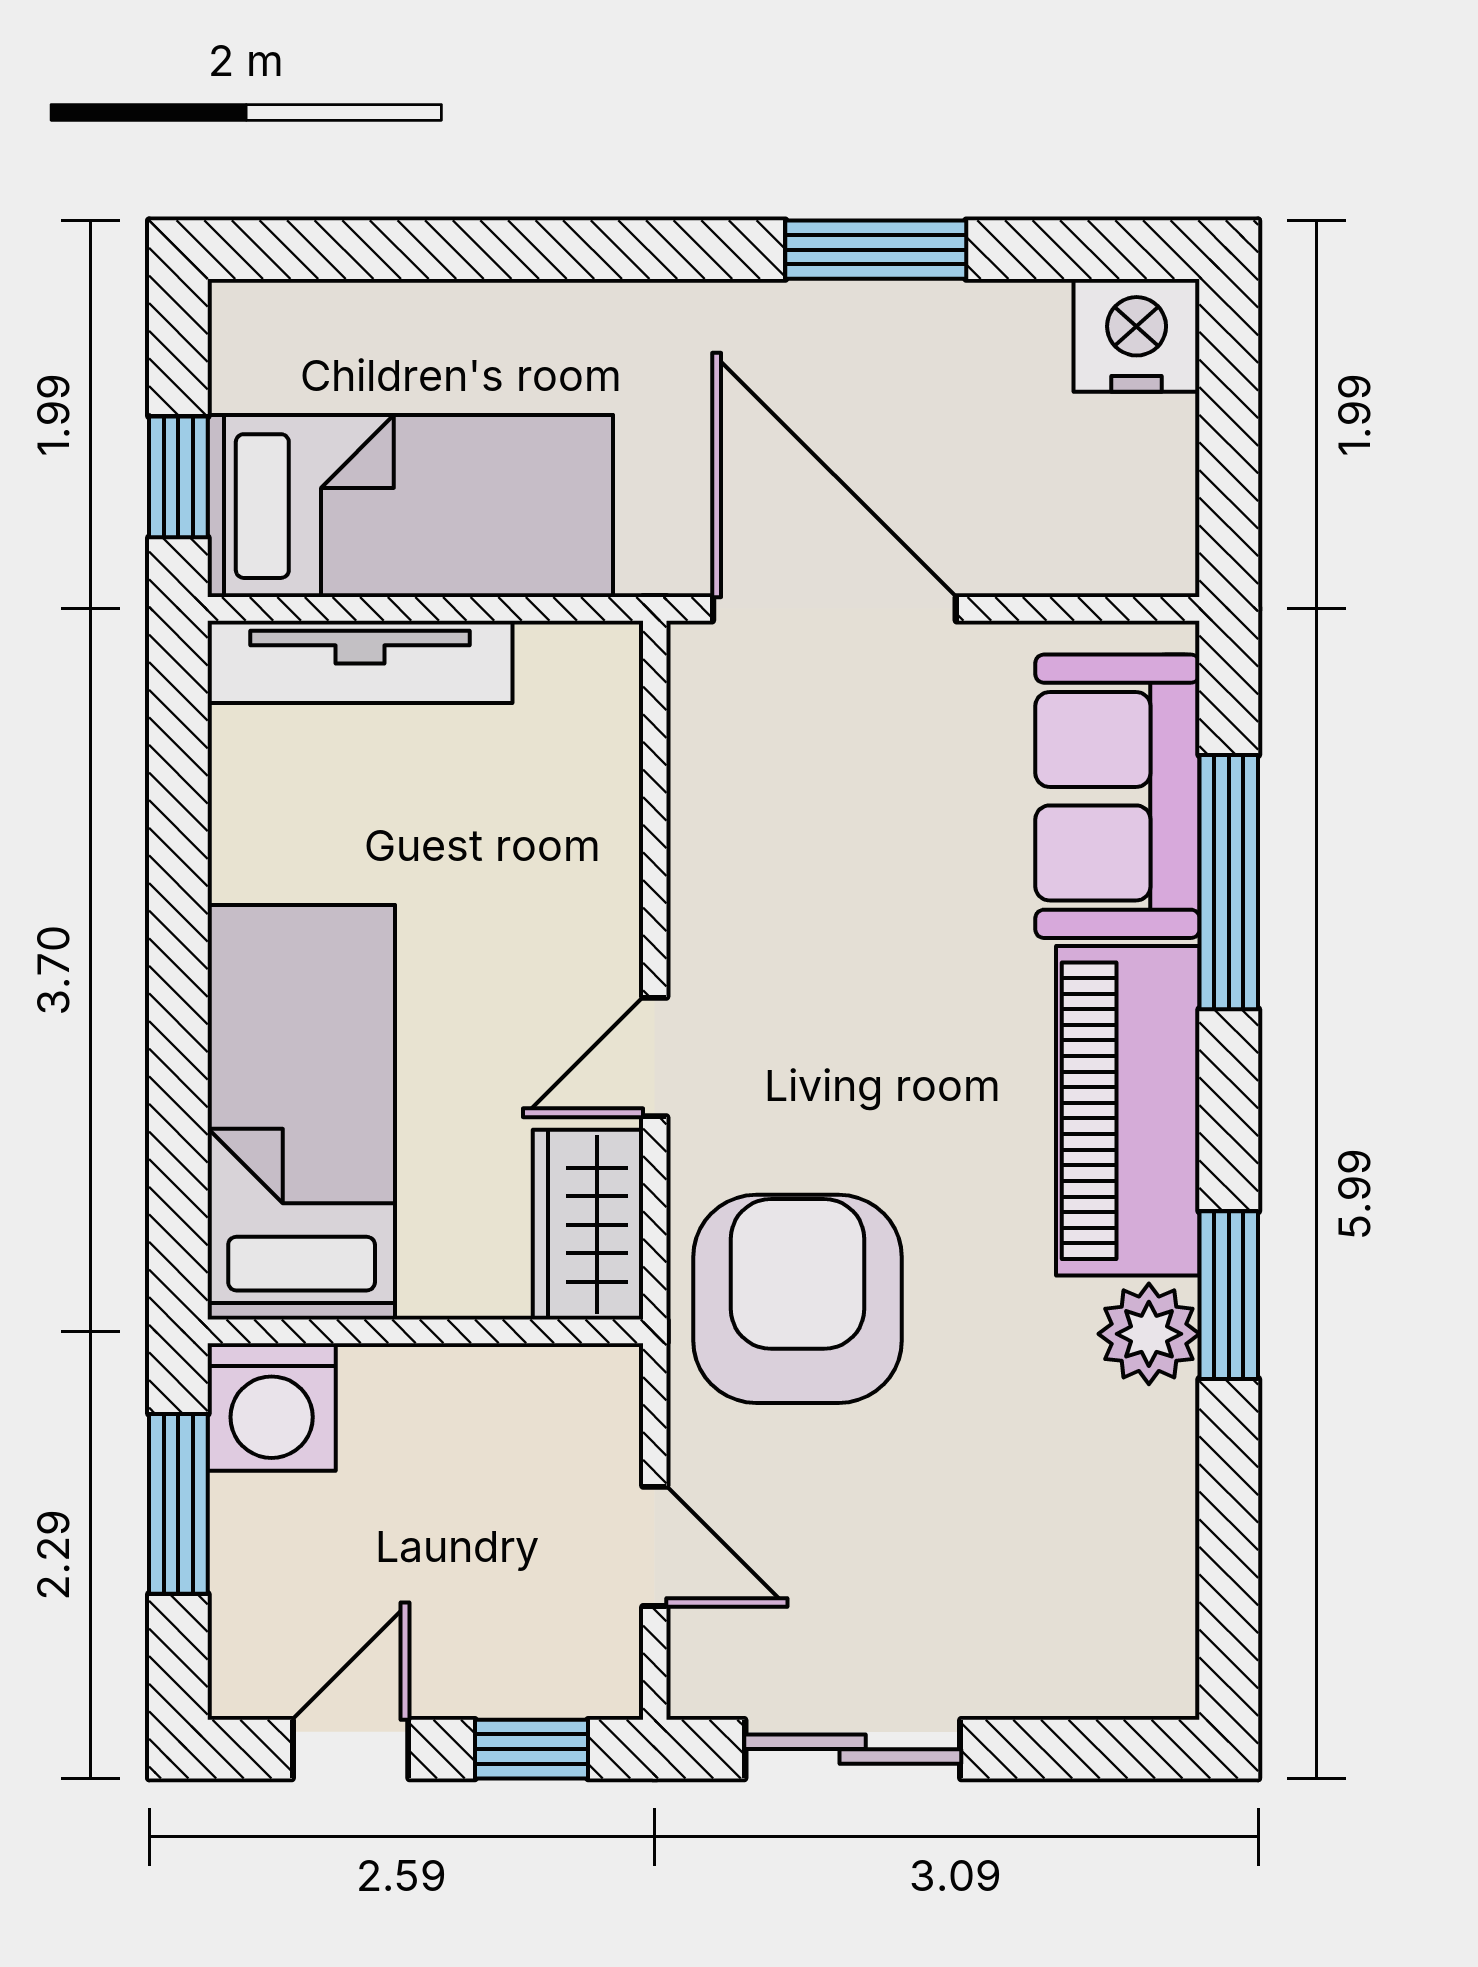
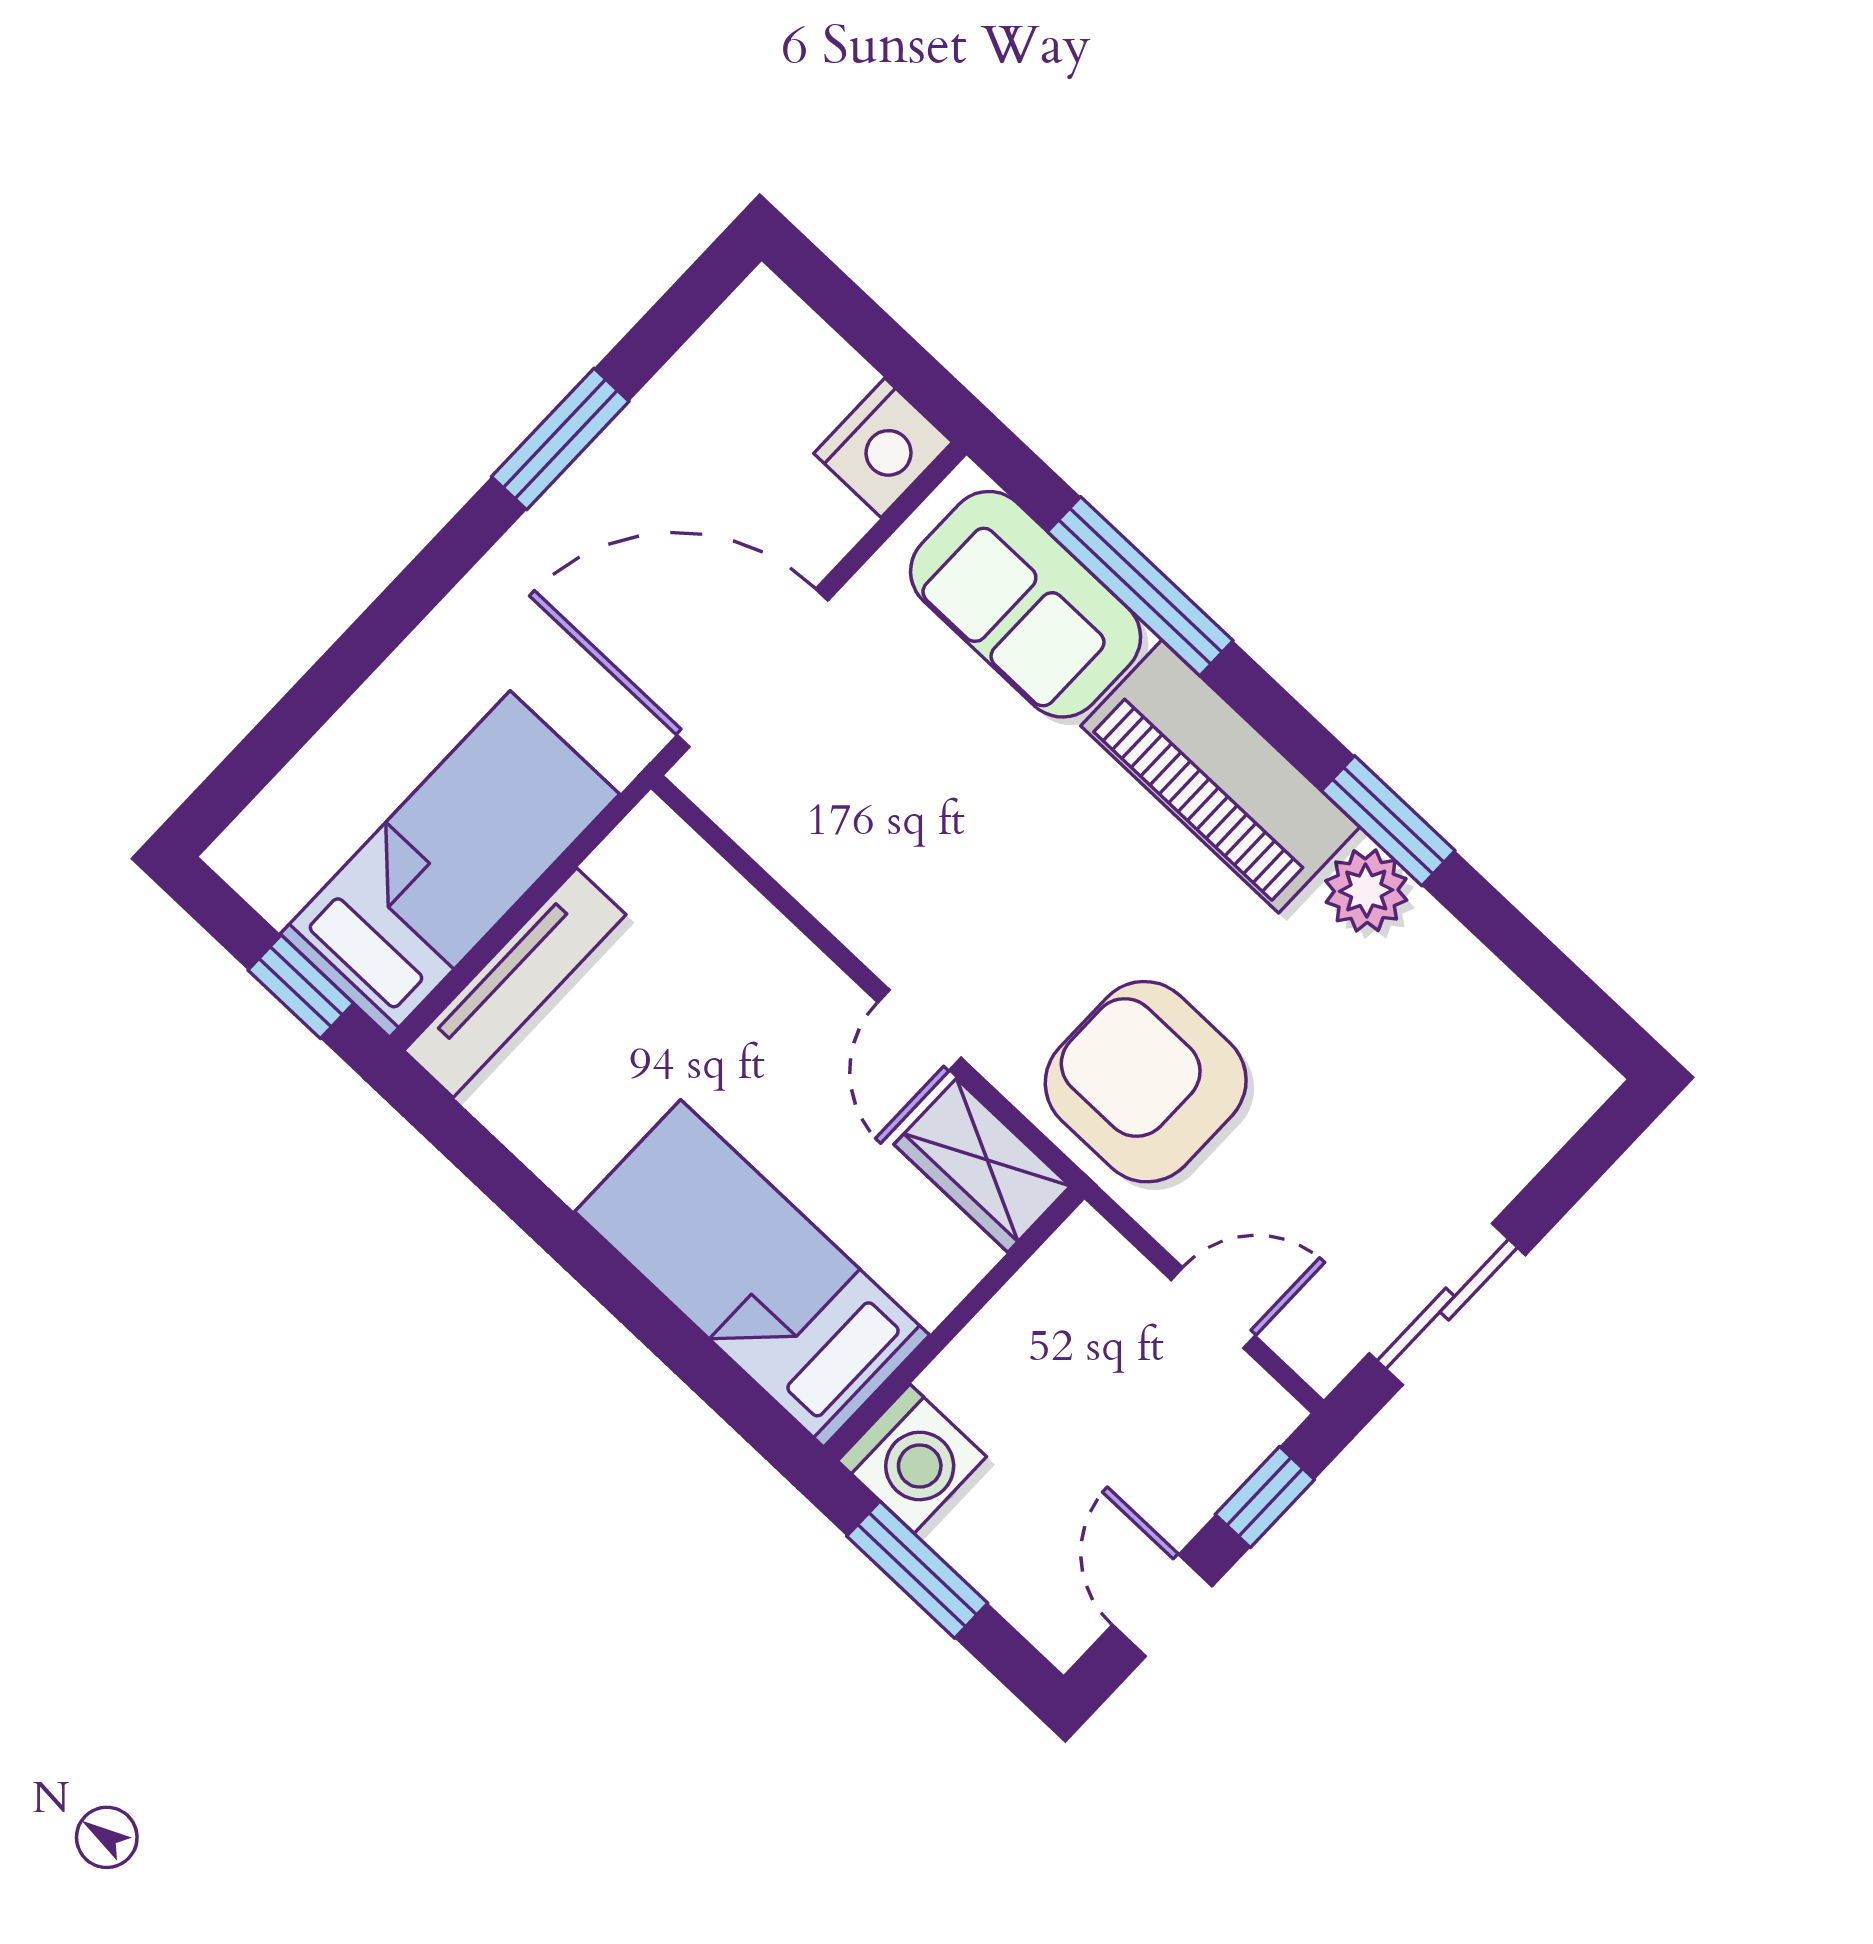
nightstand: (1137, 335) -> (883, 448), moved, turned 180

